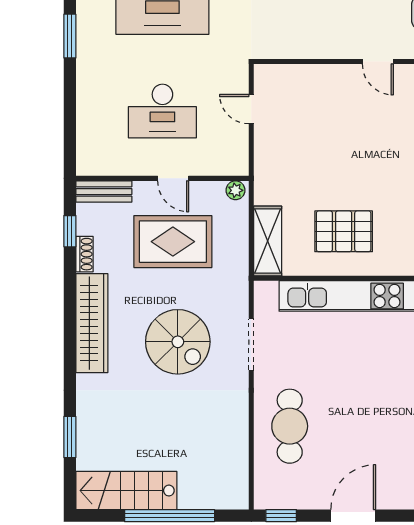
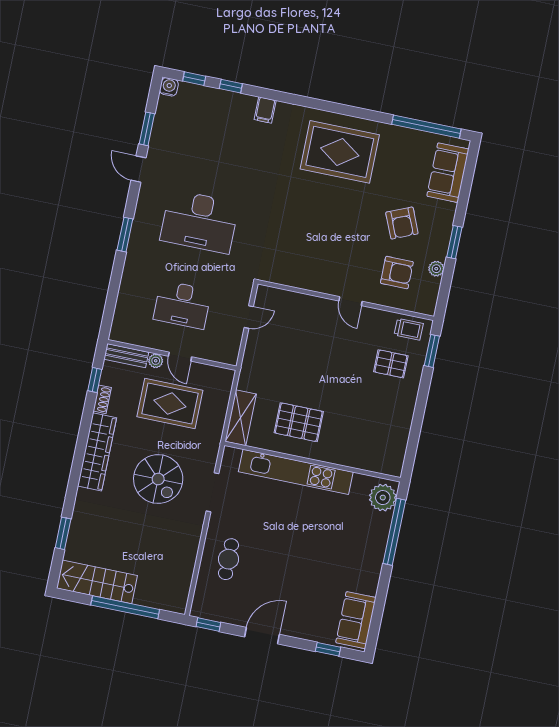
door: (251, 109) -> (249, 317), swing flipped
plant: (235, 190) -> (156, 361), moved
cafe table: (290, 426) -> (228, 559), width x0.73, depth x0.74

